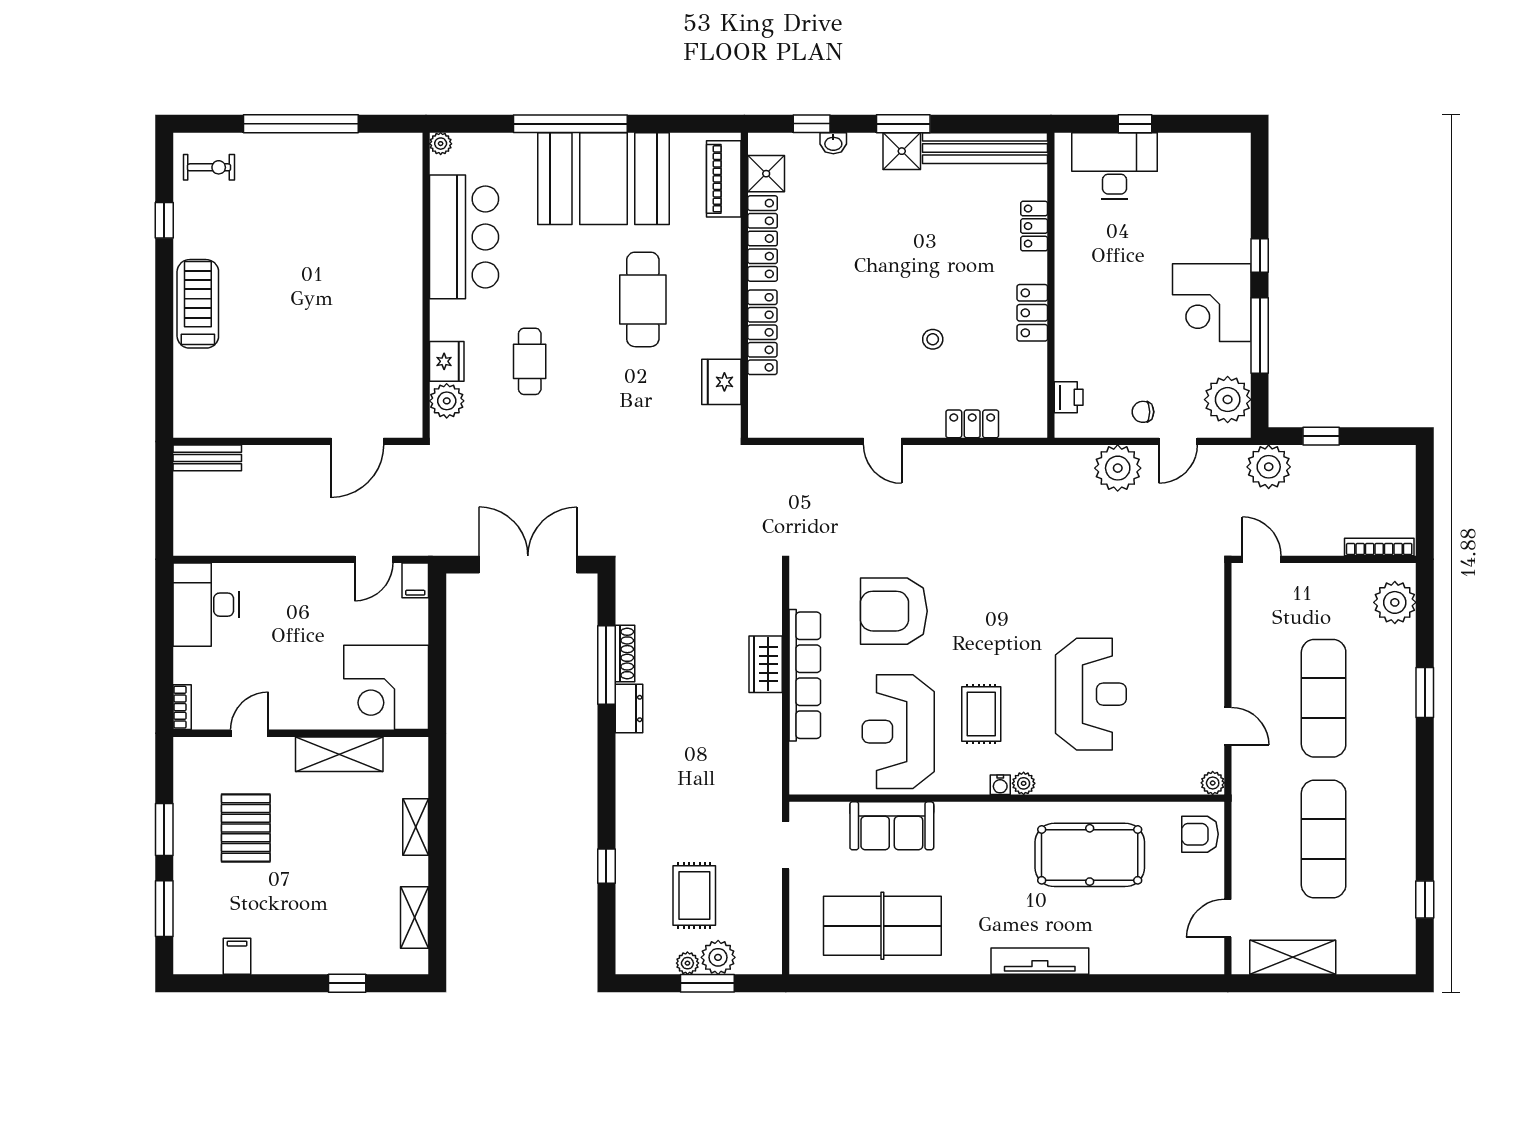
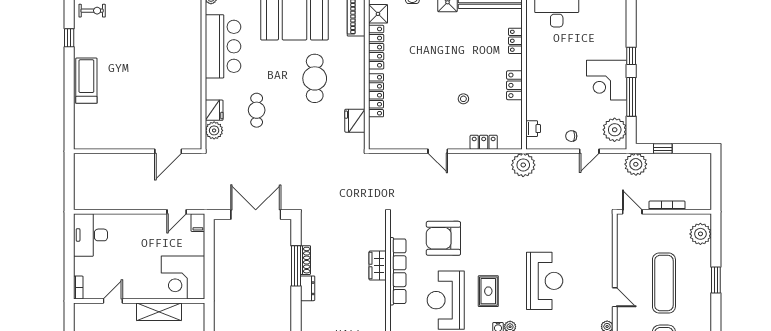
bench: (207, 458) -> (91, 160), removed
plant: (1118, 468) -> (523, 165), moved
bookcase: (1379, 547) -> (667, 205), moved

